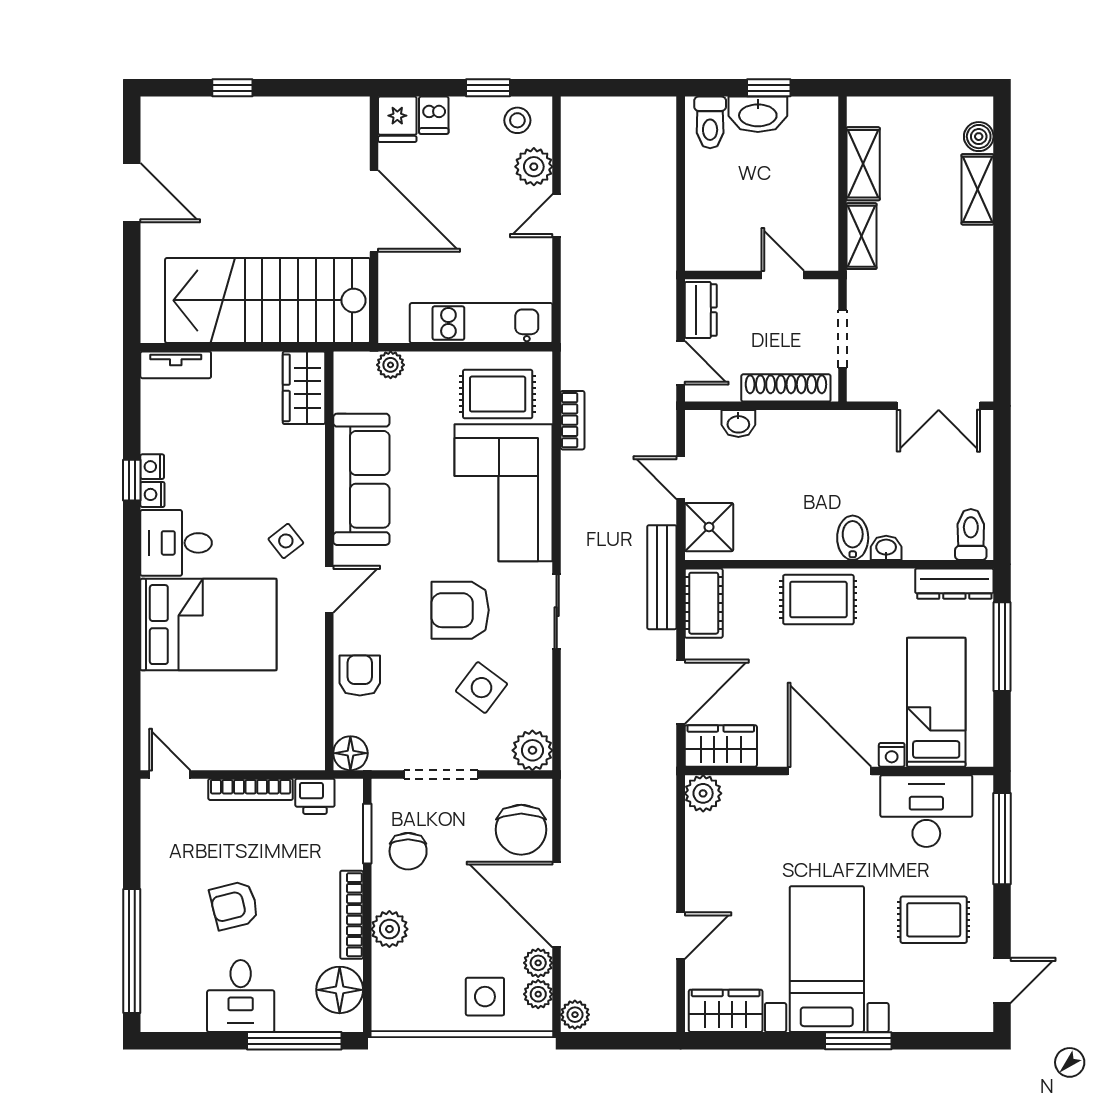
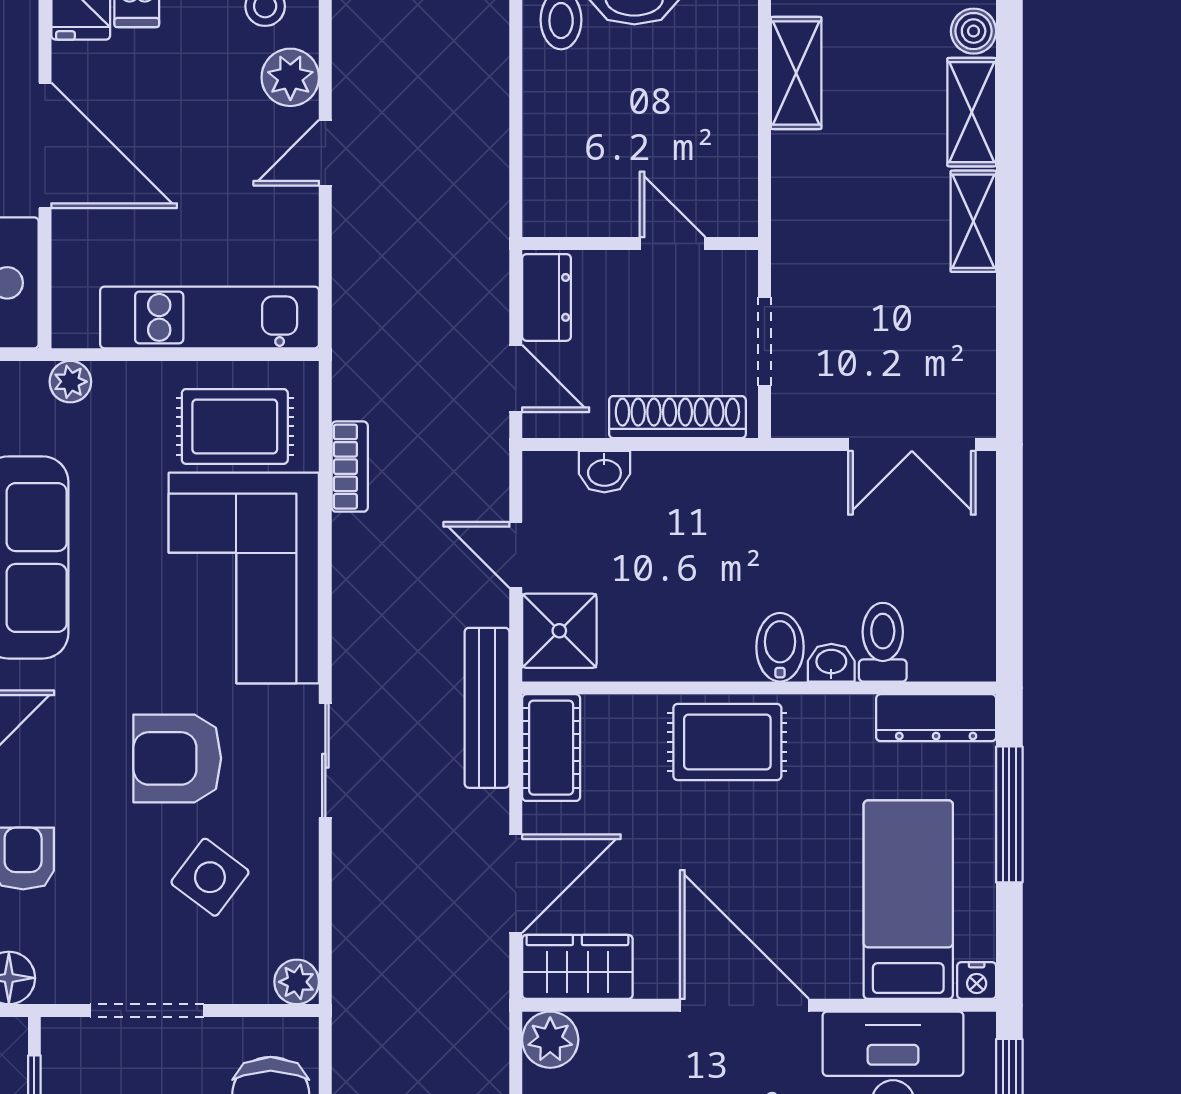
shelving: (862, 236) -> (973, 221), moved
toilet: (971, 534) -> (883, 642), moved
plant: (532, 750) -> (297, 982), width x0.73, depth x0.73
nightstand: (892, 755) -> (977, 981), moved

